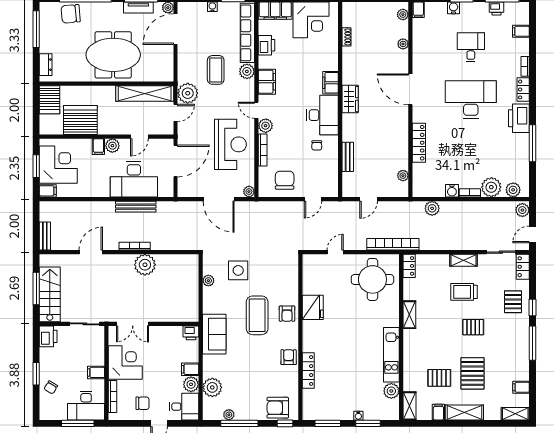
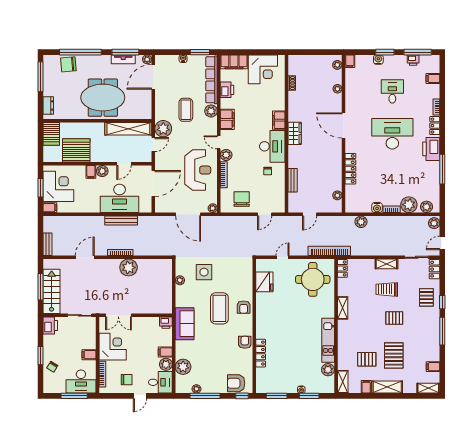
fridge: (313, 307) -> (264, 282), moved

